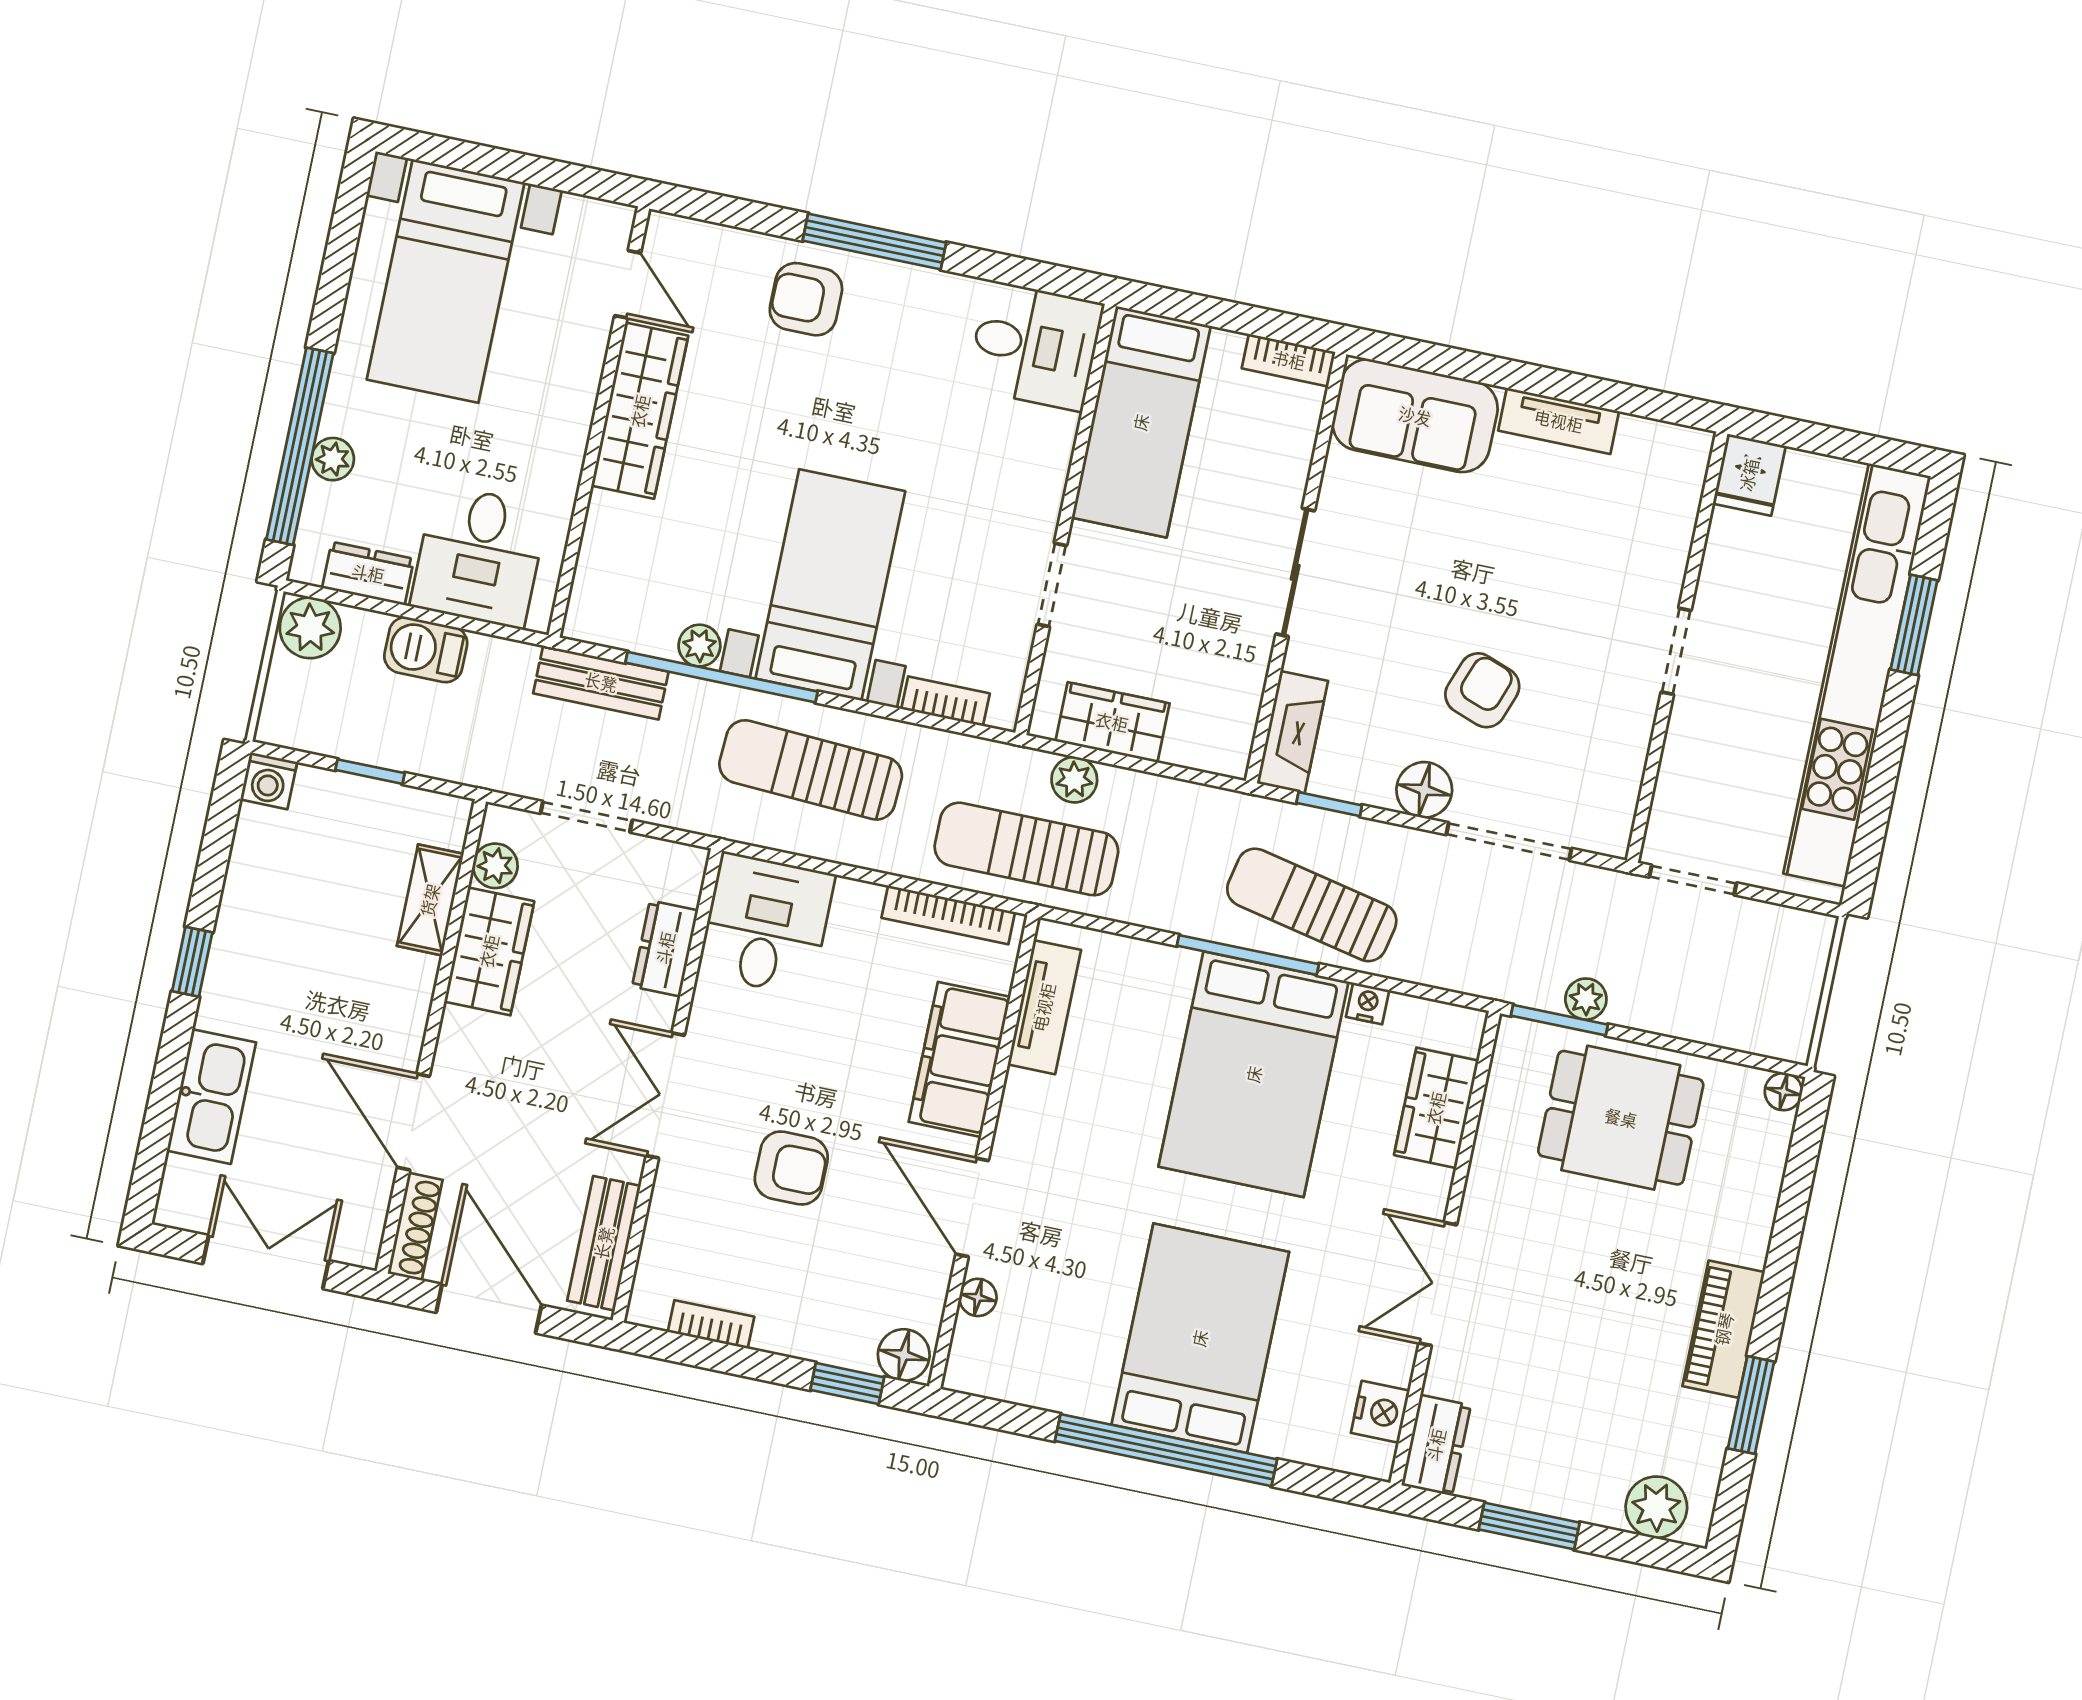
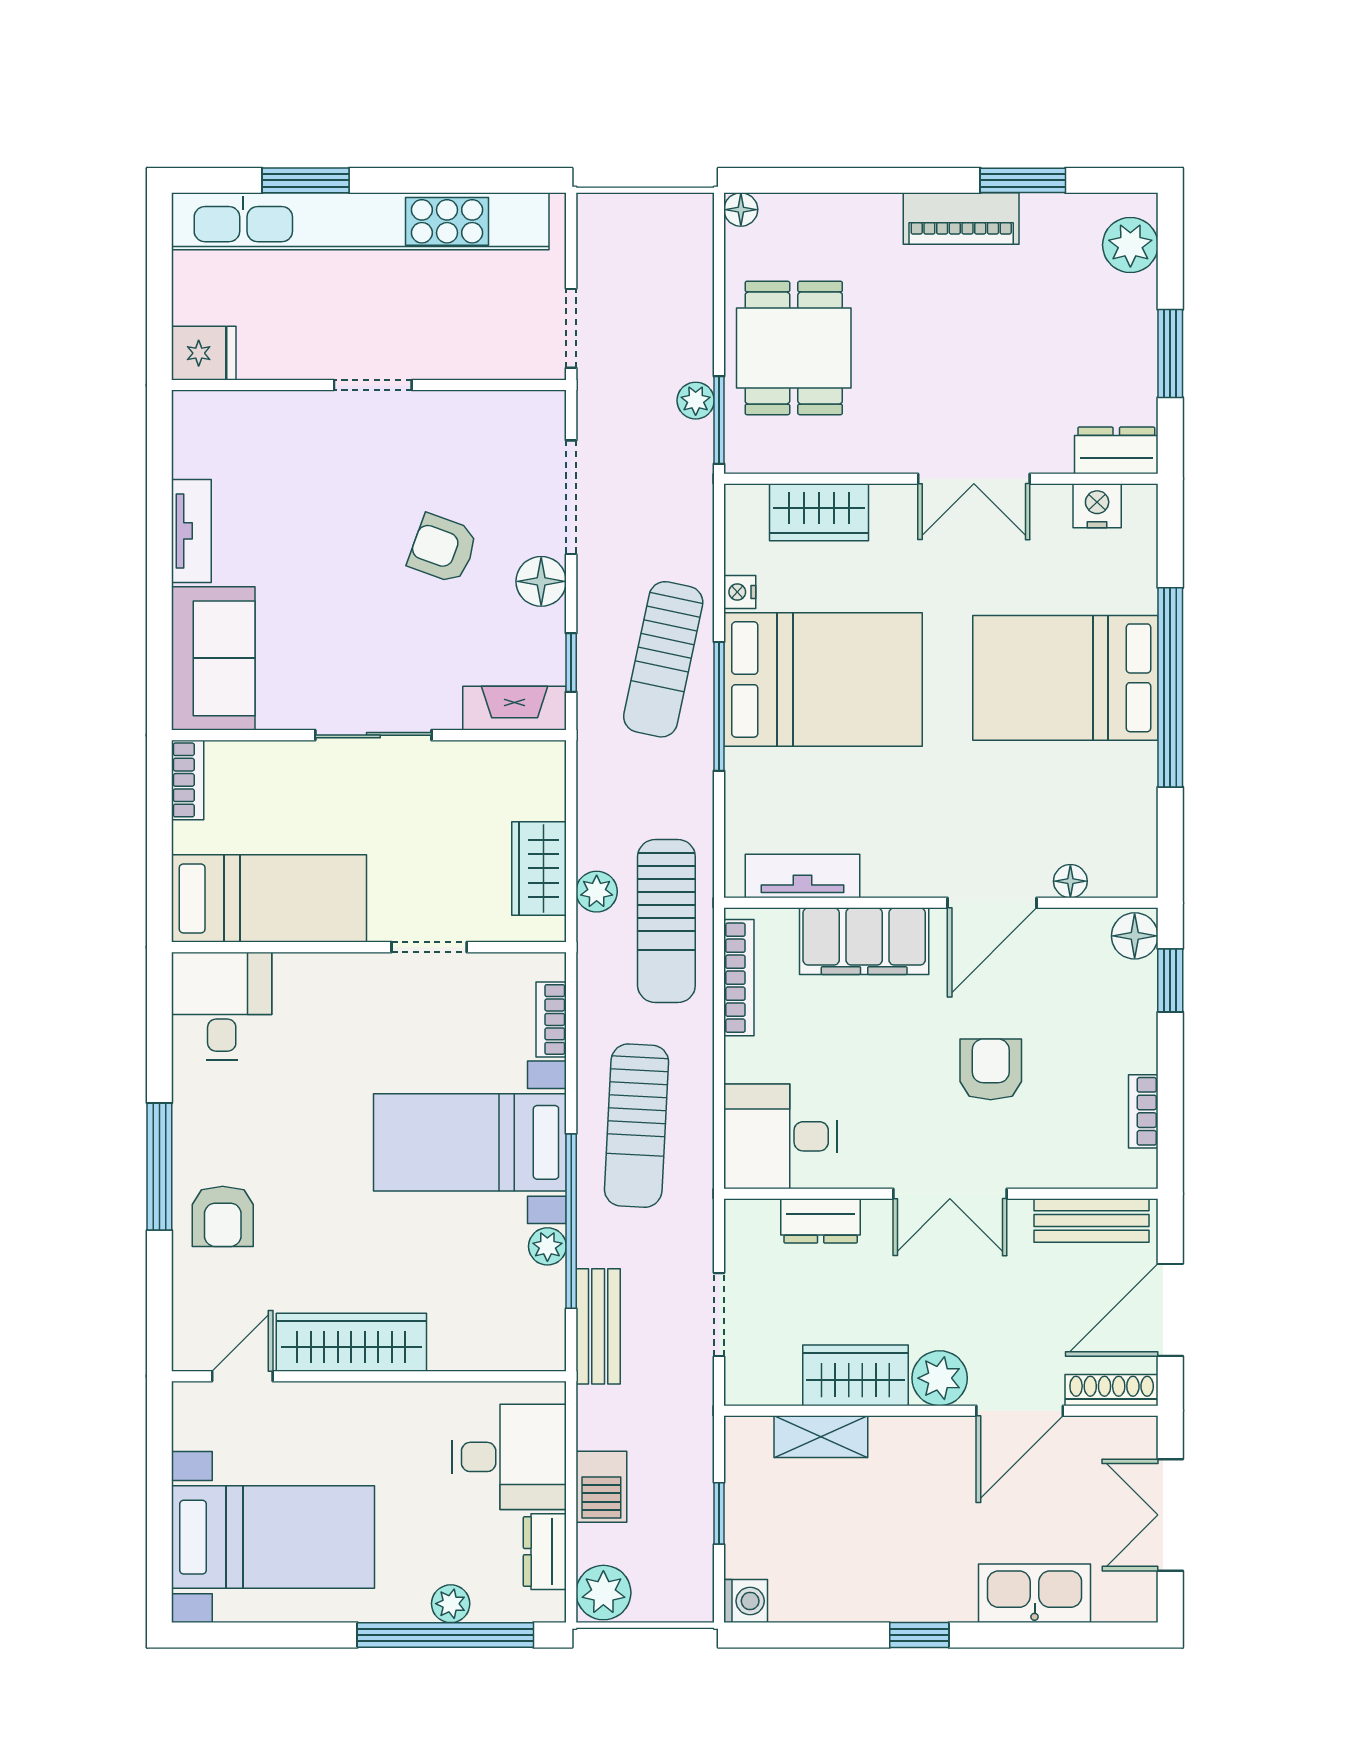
plant: (495, 866) -> (940, 1378), moved, width x1.38, depth x1.38

